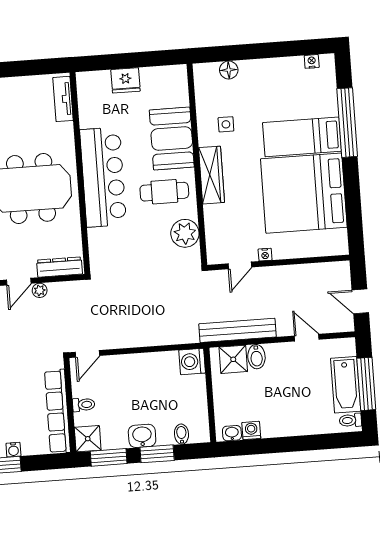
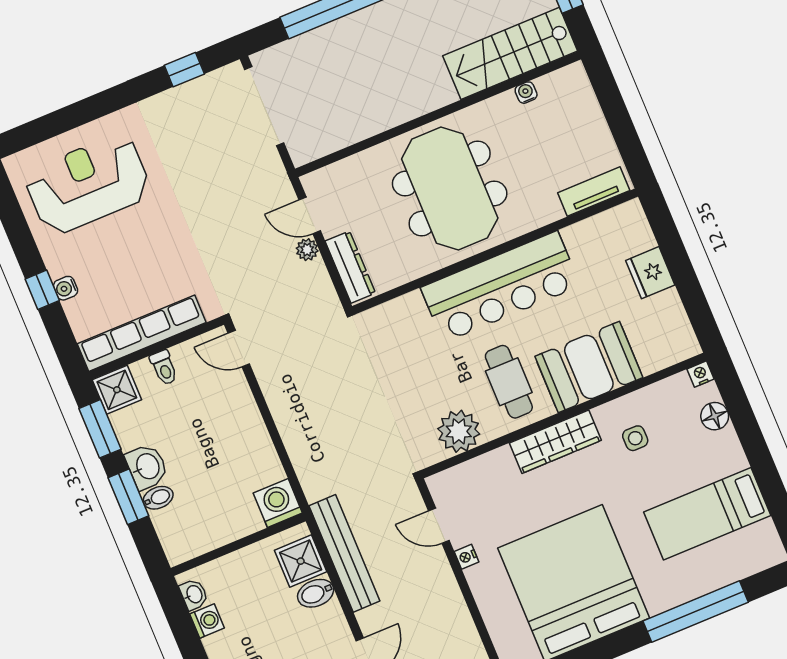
nightstand: (312, 61) -> (701, 374), moved, turned -90
bed: (302, 137) -> (707, 514), moved, turned -90
bidet: (181, 434) -> (158, 498), moved

